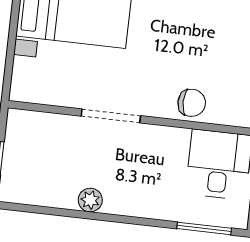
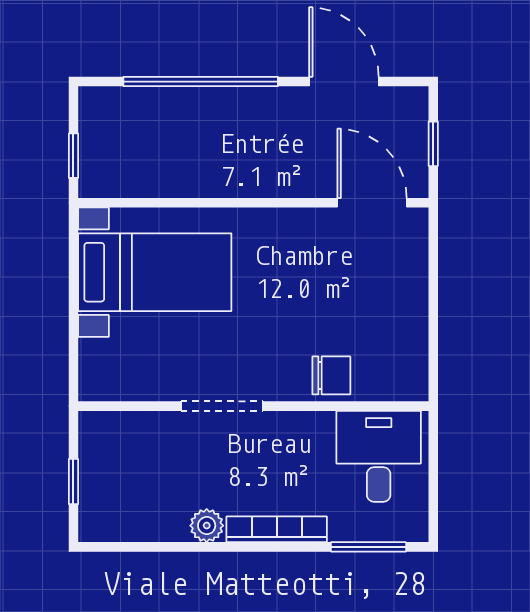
bookcase: (140, 208) -> (277, 529), added

